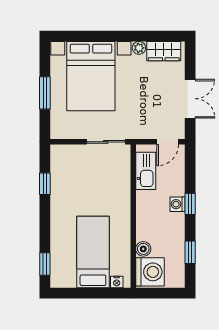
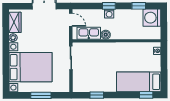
boiler: (143, 249) -> (106, 35), moved
bed: (93, 252) -> (139, 82), moved
washing machine: (150, 272) -> (152, 18), moved, turned -90

